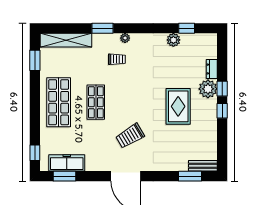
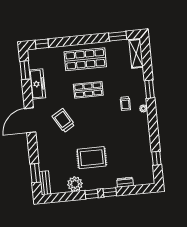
shelving: (66, 40) -> (136, 53), width x0.68
plant: (173, 40) -> (146, 148), removed
plant: (208, 89) -> (75, 184), moved
freezer: (67, 163) -> (37, 84), moved

